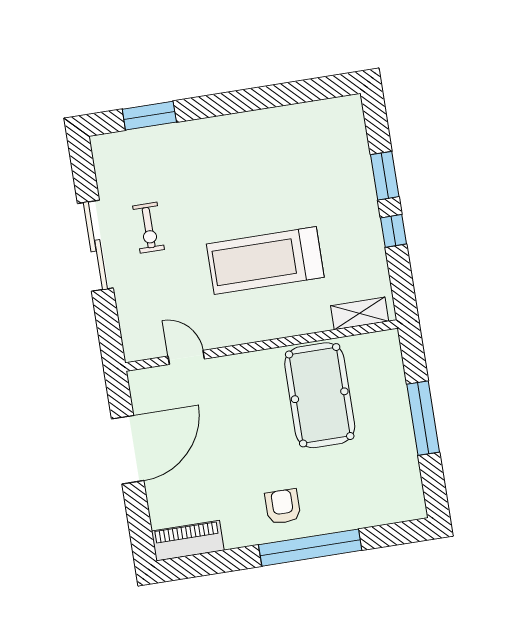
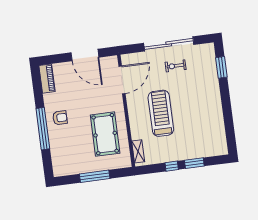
sliding door: (95, 246) -> (169, 44), width x1.36
door: (186, 357) -> (122, 80), width x1.88
pool table: (320, 395) -> (105, 134), turned 90

